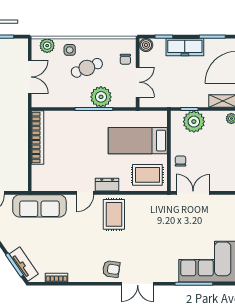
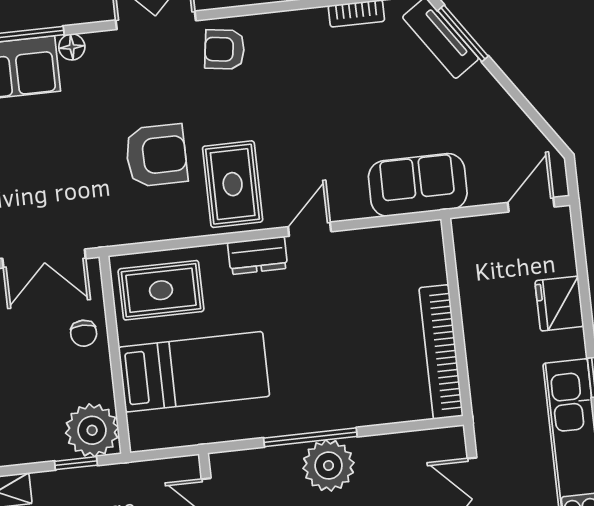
plant: (101, 97) -> (329, 466), moved
plant: (194, 122) -> (92, 430), moved
sofa: (39, 206) -> (418, 185), width x0.73
armchair: (143, 229) -> (156, 155), added
floor lamp: (173, 277) -> (72, 47), added

